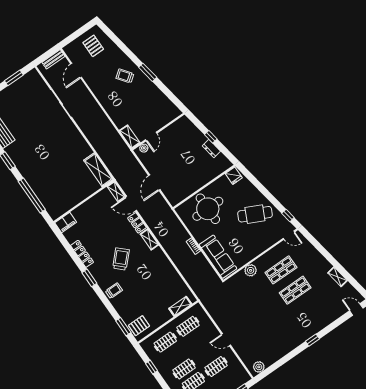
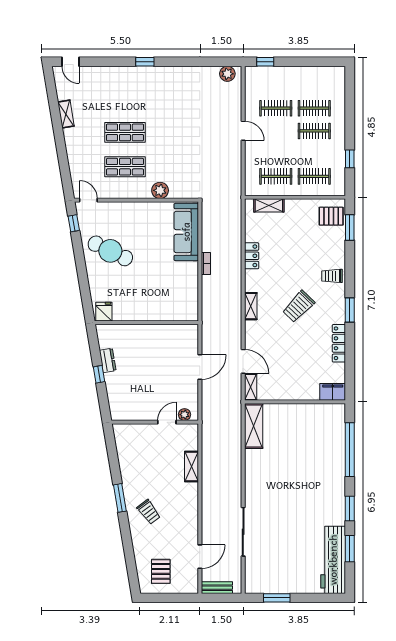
shelving: (130, 137) -> (192, 466), moved
round table: (208, 209) -> (160, 295), removed
locker: (137, 223) -> (252, 256), moved

